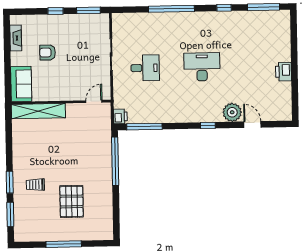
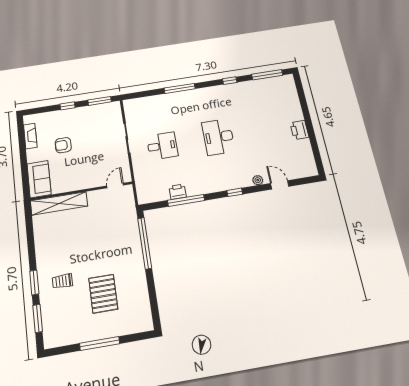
window: (171, 9) -> (180, 88), width x0.68
desk: (202, 67) -> (218, 137), turned -90
plant: (232, 112) -> (258, 180), width x0.53, depth x0.53
printer: (120, 116) -> (178, 192), moved, turned -90
window: (144, 127) -> (186, 200), moved

